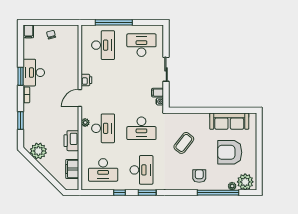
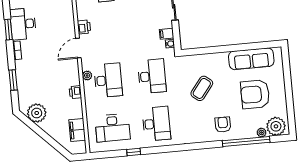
desk: (141, 128) -> (152, 76), turned -90
printer: (71, 141) -> (75, 92), width x0.53, depth x0.68
window: (147, 193) -> (165, 149), removed

